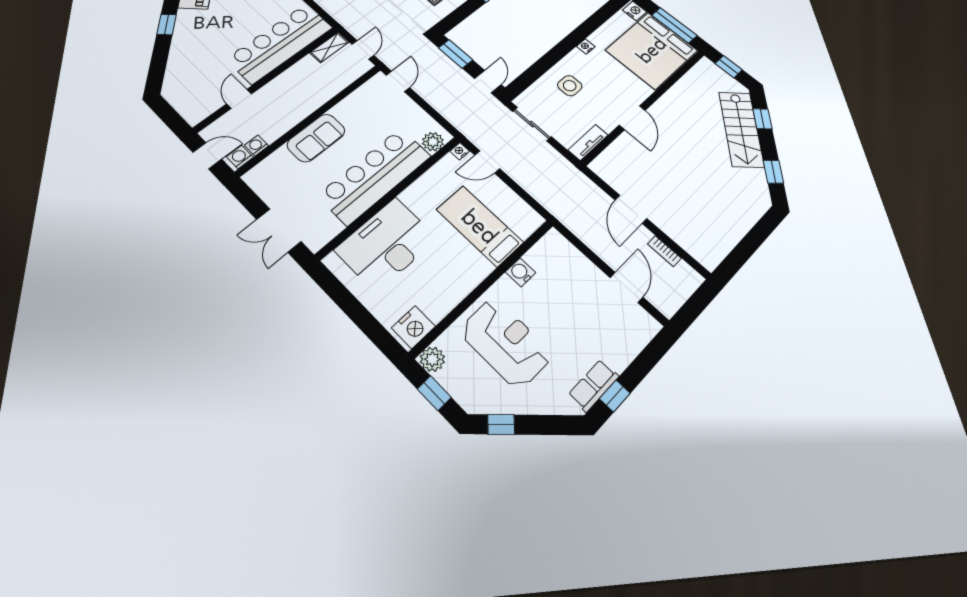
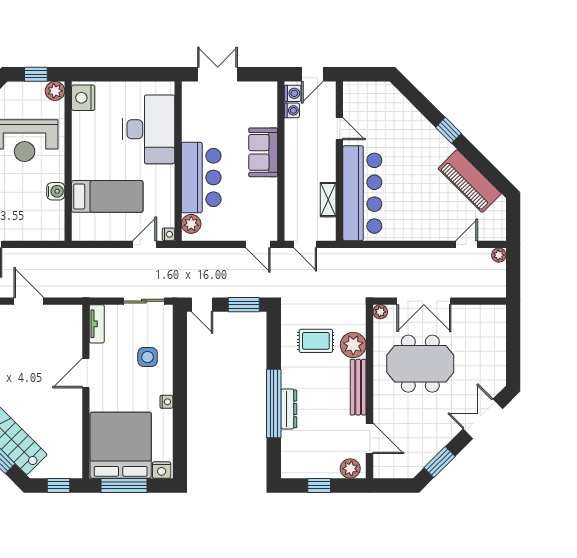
shelving: (329, 47) -> (328, 200), moved
door: (632, 118) -> (86, 373), hinge flipped
bar counter: (375, 176) -> (201, 178), width x0.73

